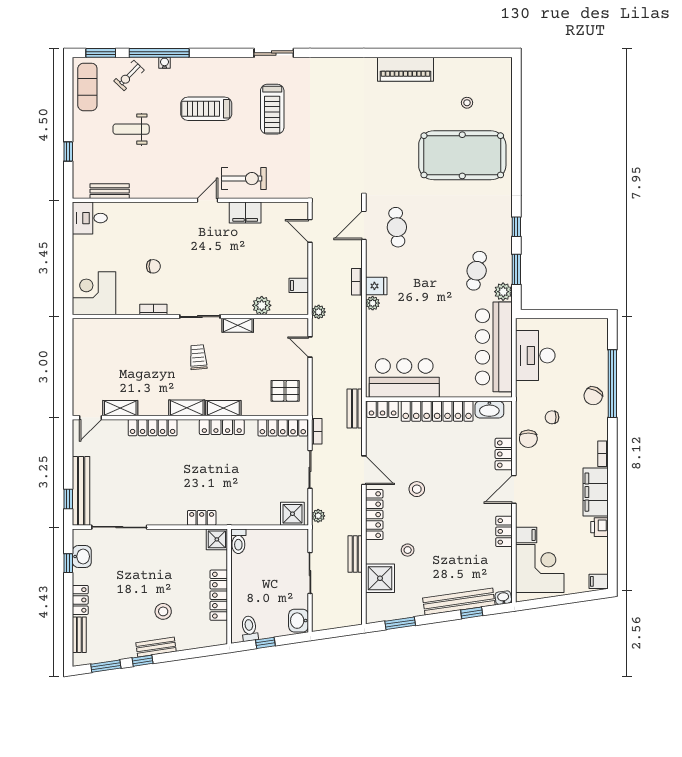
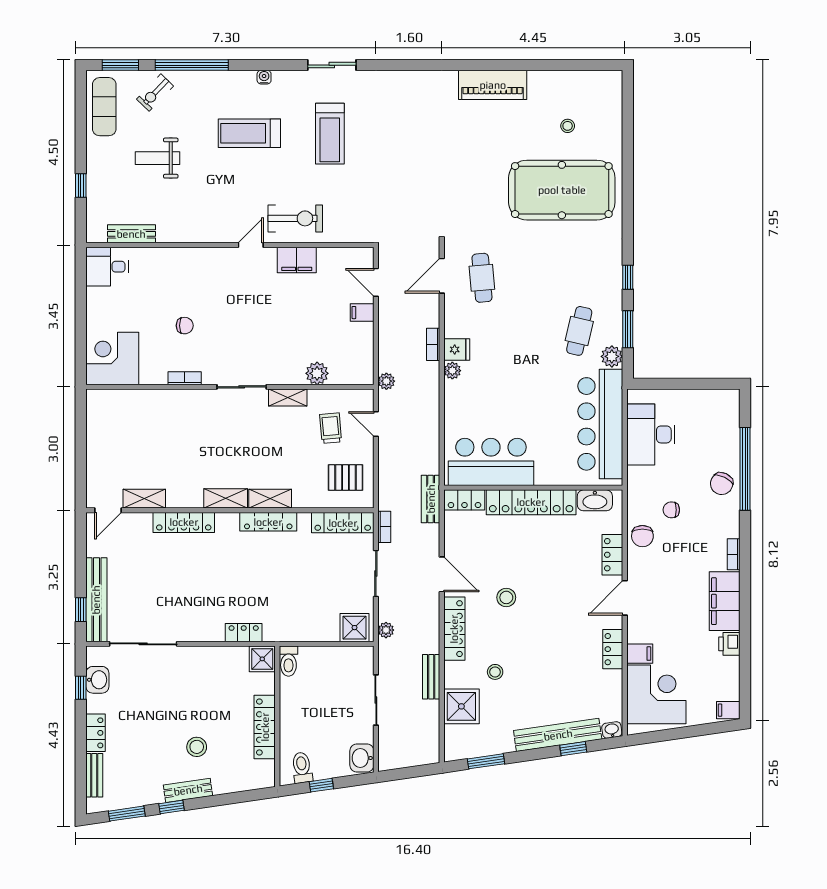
water cooler: (165, 63) -> (264, 77), moved
filing cabinet: (299, 285) -> (362, 313), moved
trolley: (198, 357) -> (331, 428), moved

